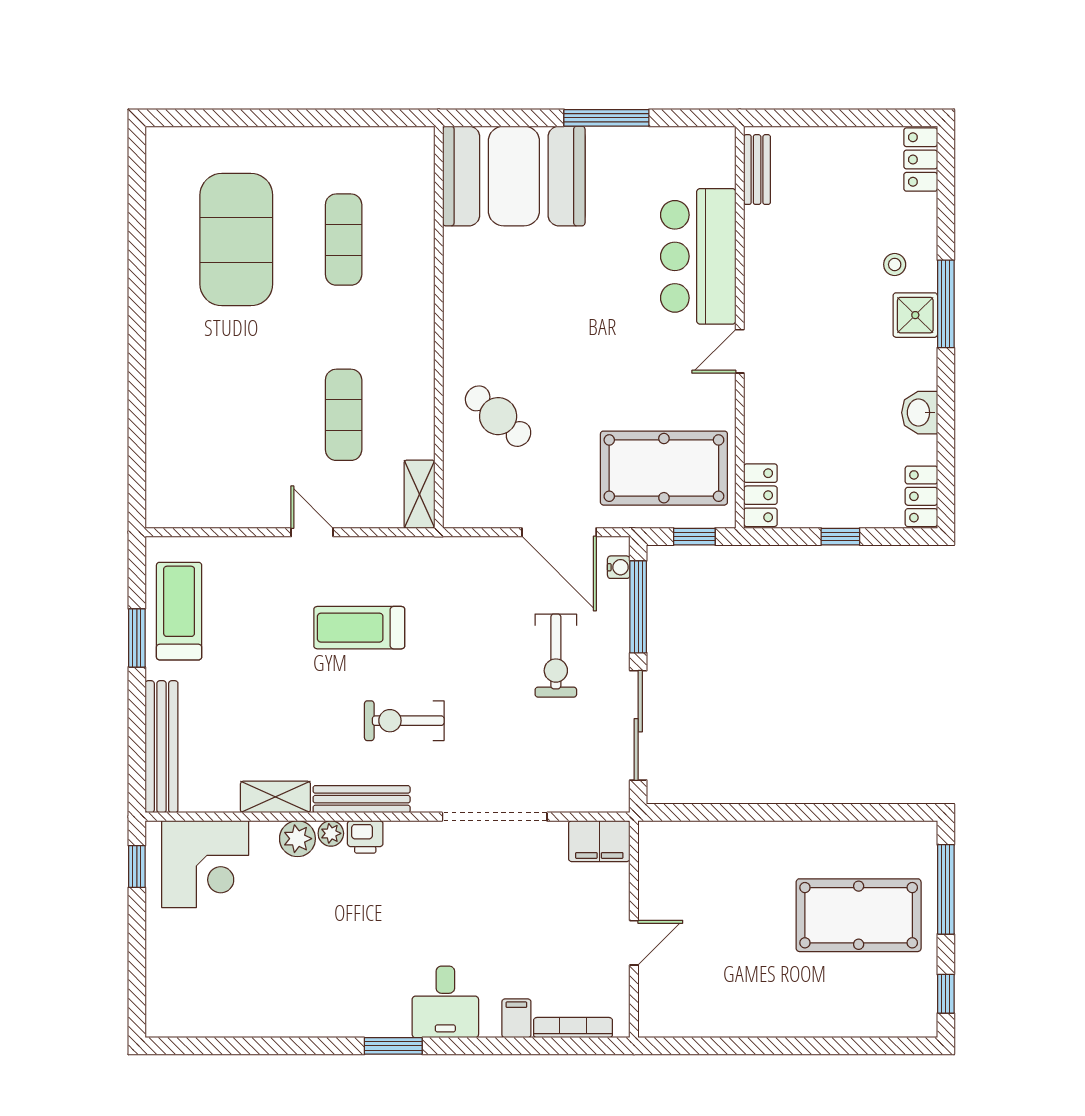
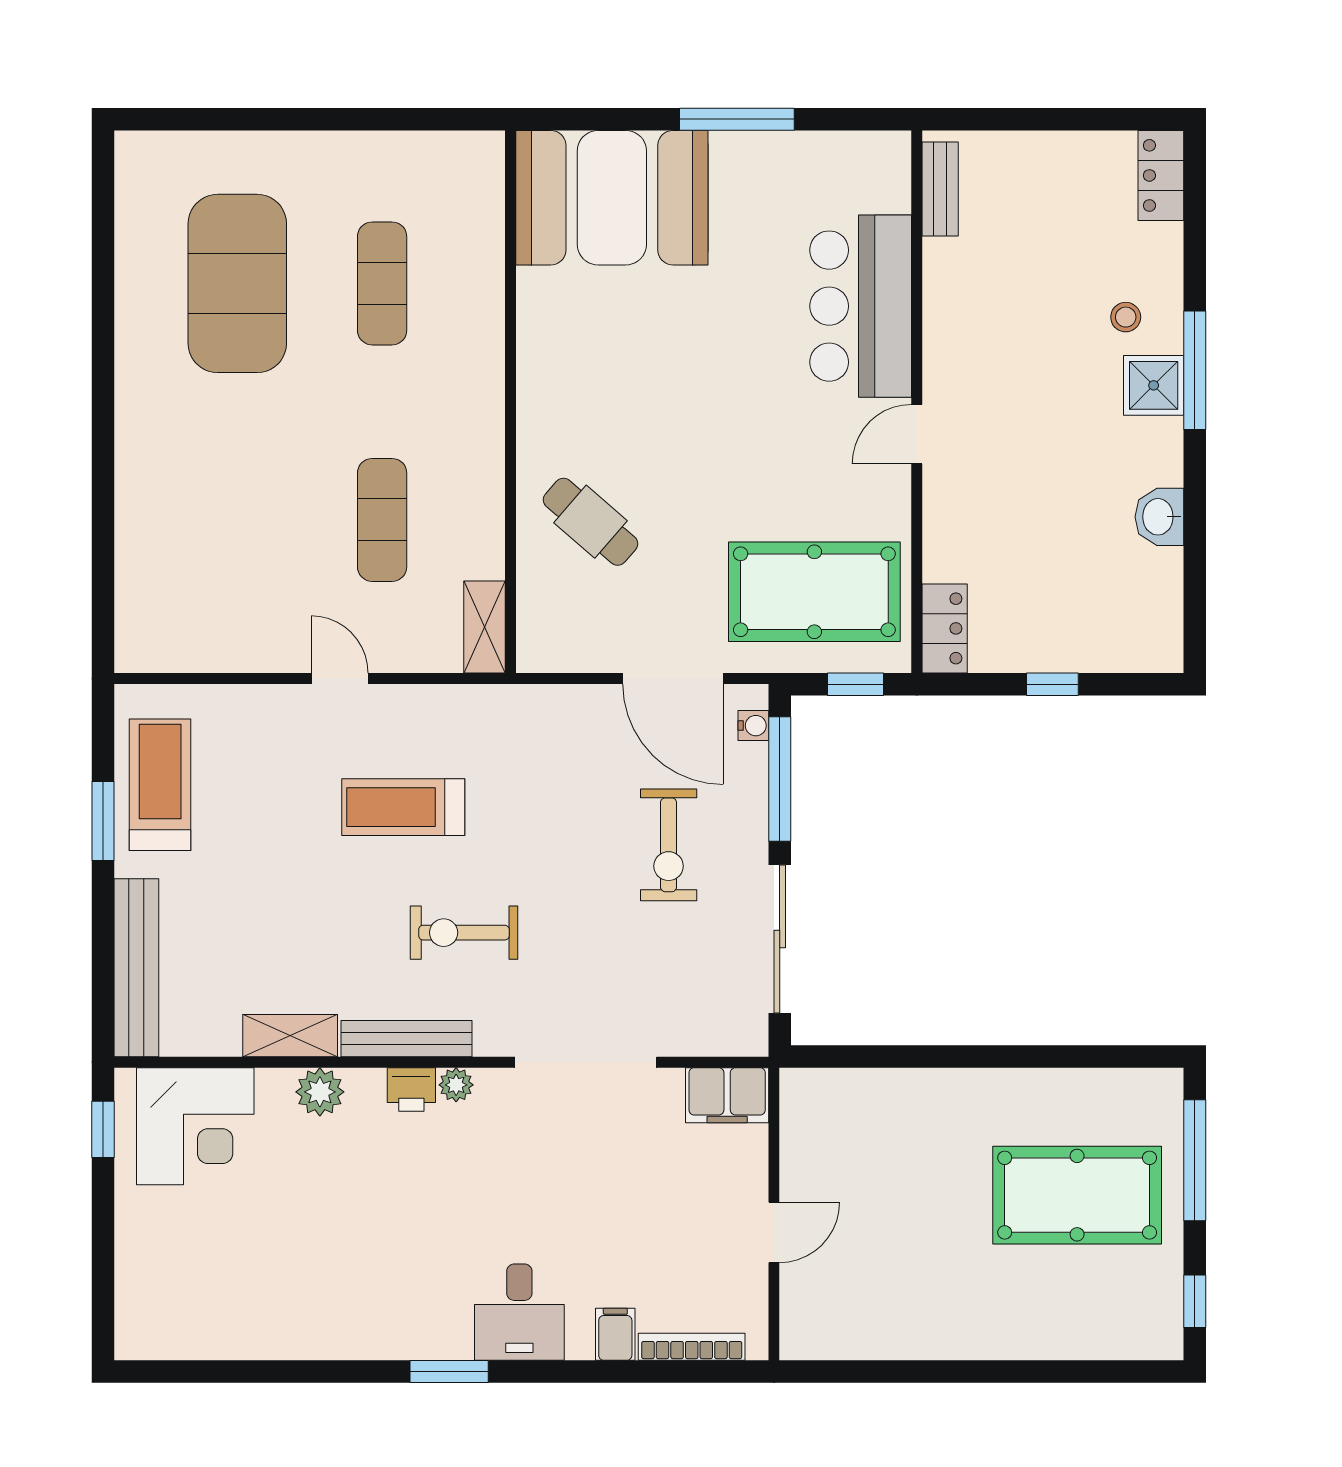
locker: (921, 496) -> (1162, 630), removed
plant: (331, 833) -> (456, 1085), moved

